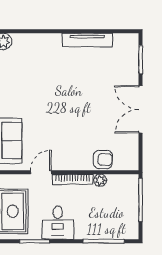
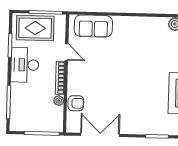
double door: (141, 109) -> (100, 135), moved
armchair: (103, 159) -> (76, 103), turned -90
desk: (58, 223) -> (25, 65), width x1.37

